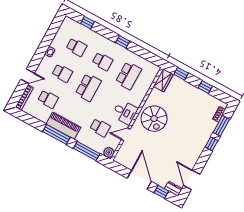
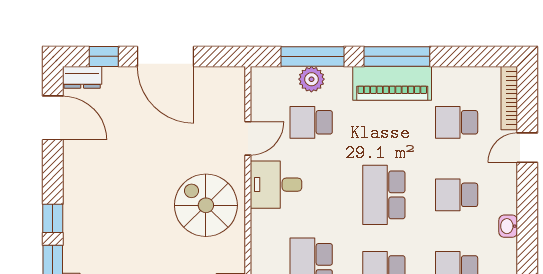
plant: (109, 152) -> (311, 79), moved

